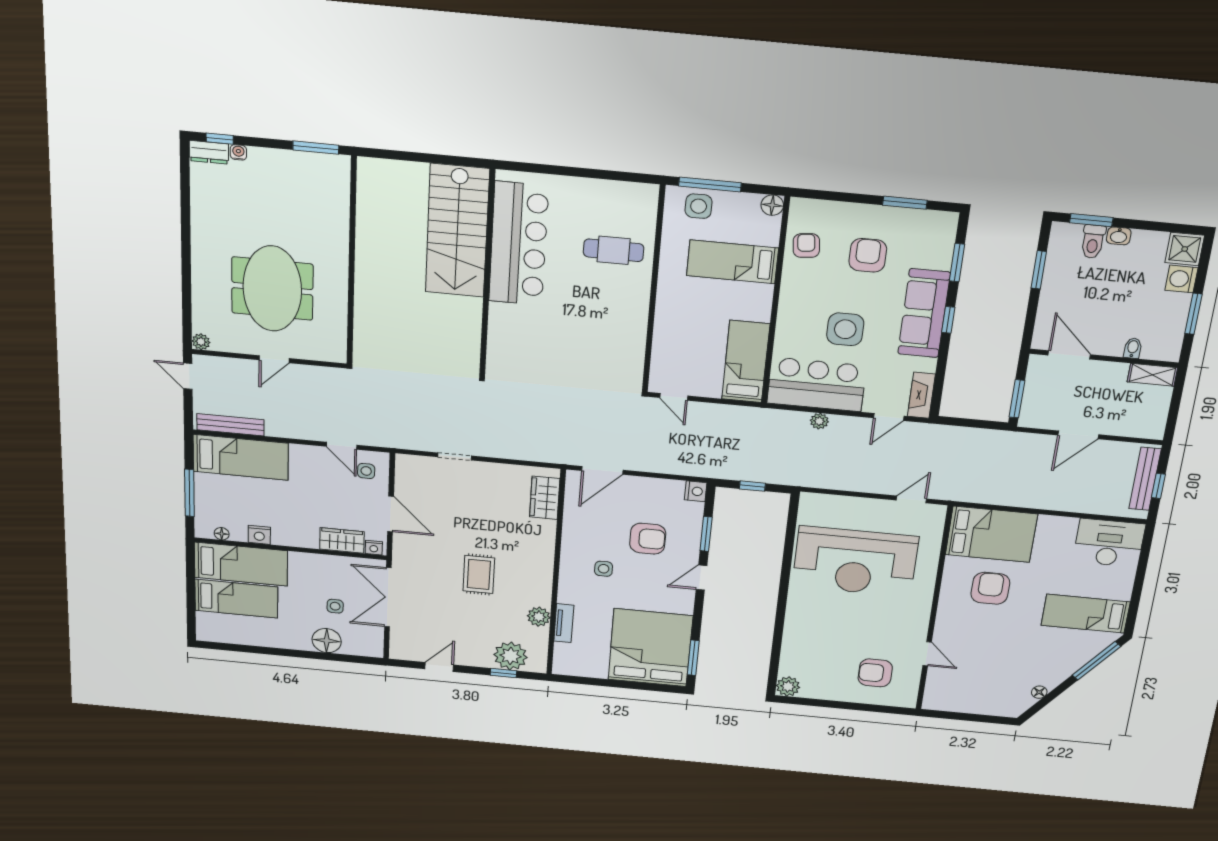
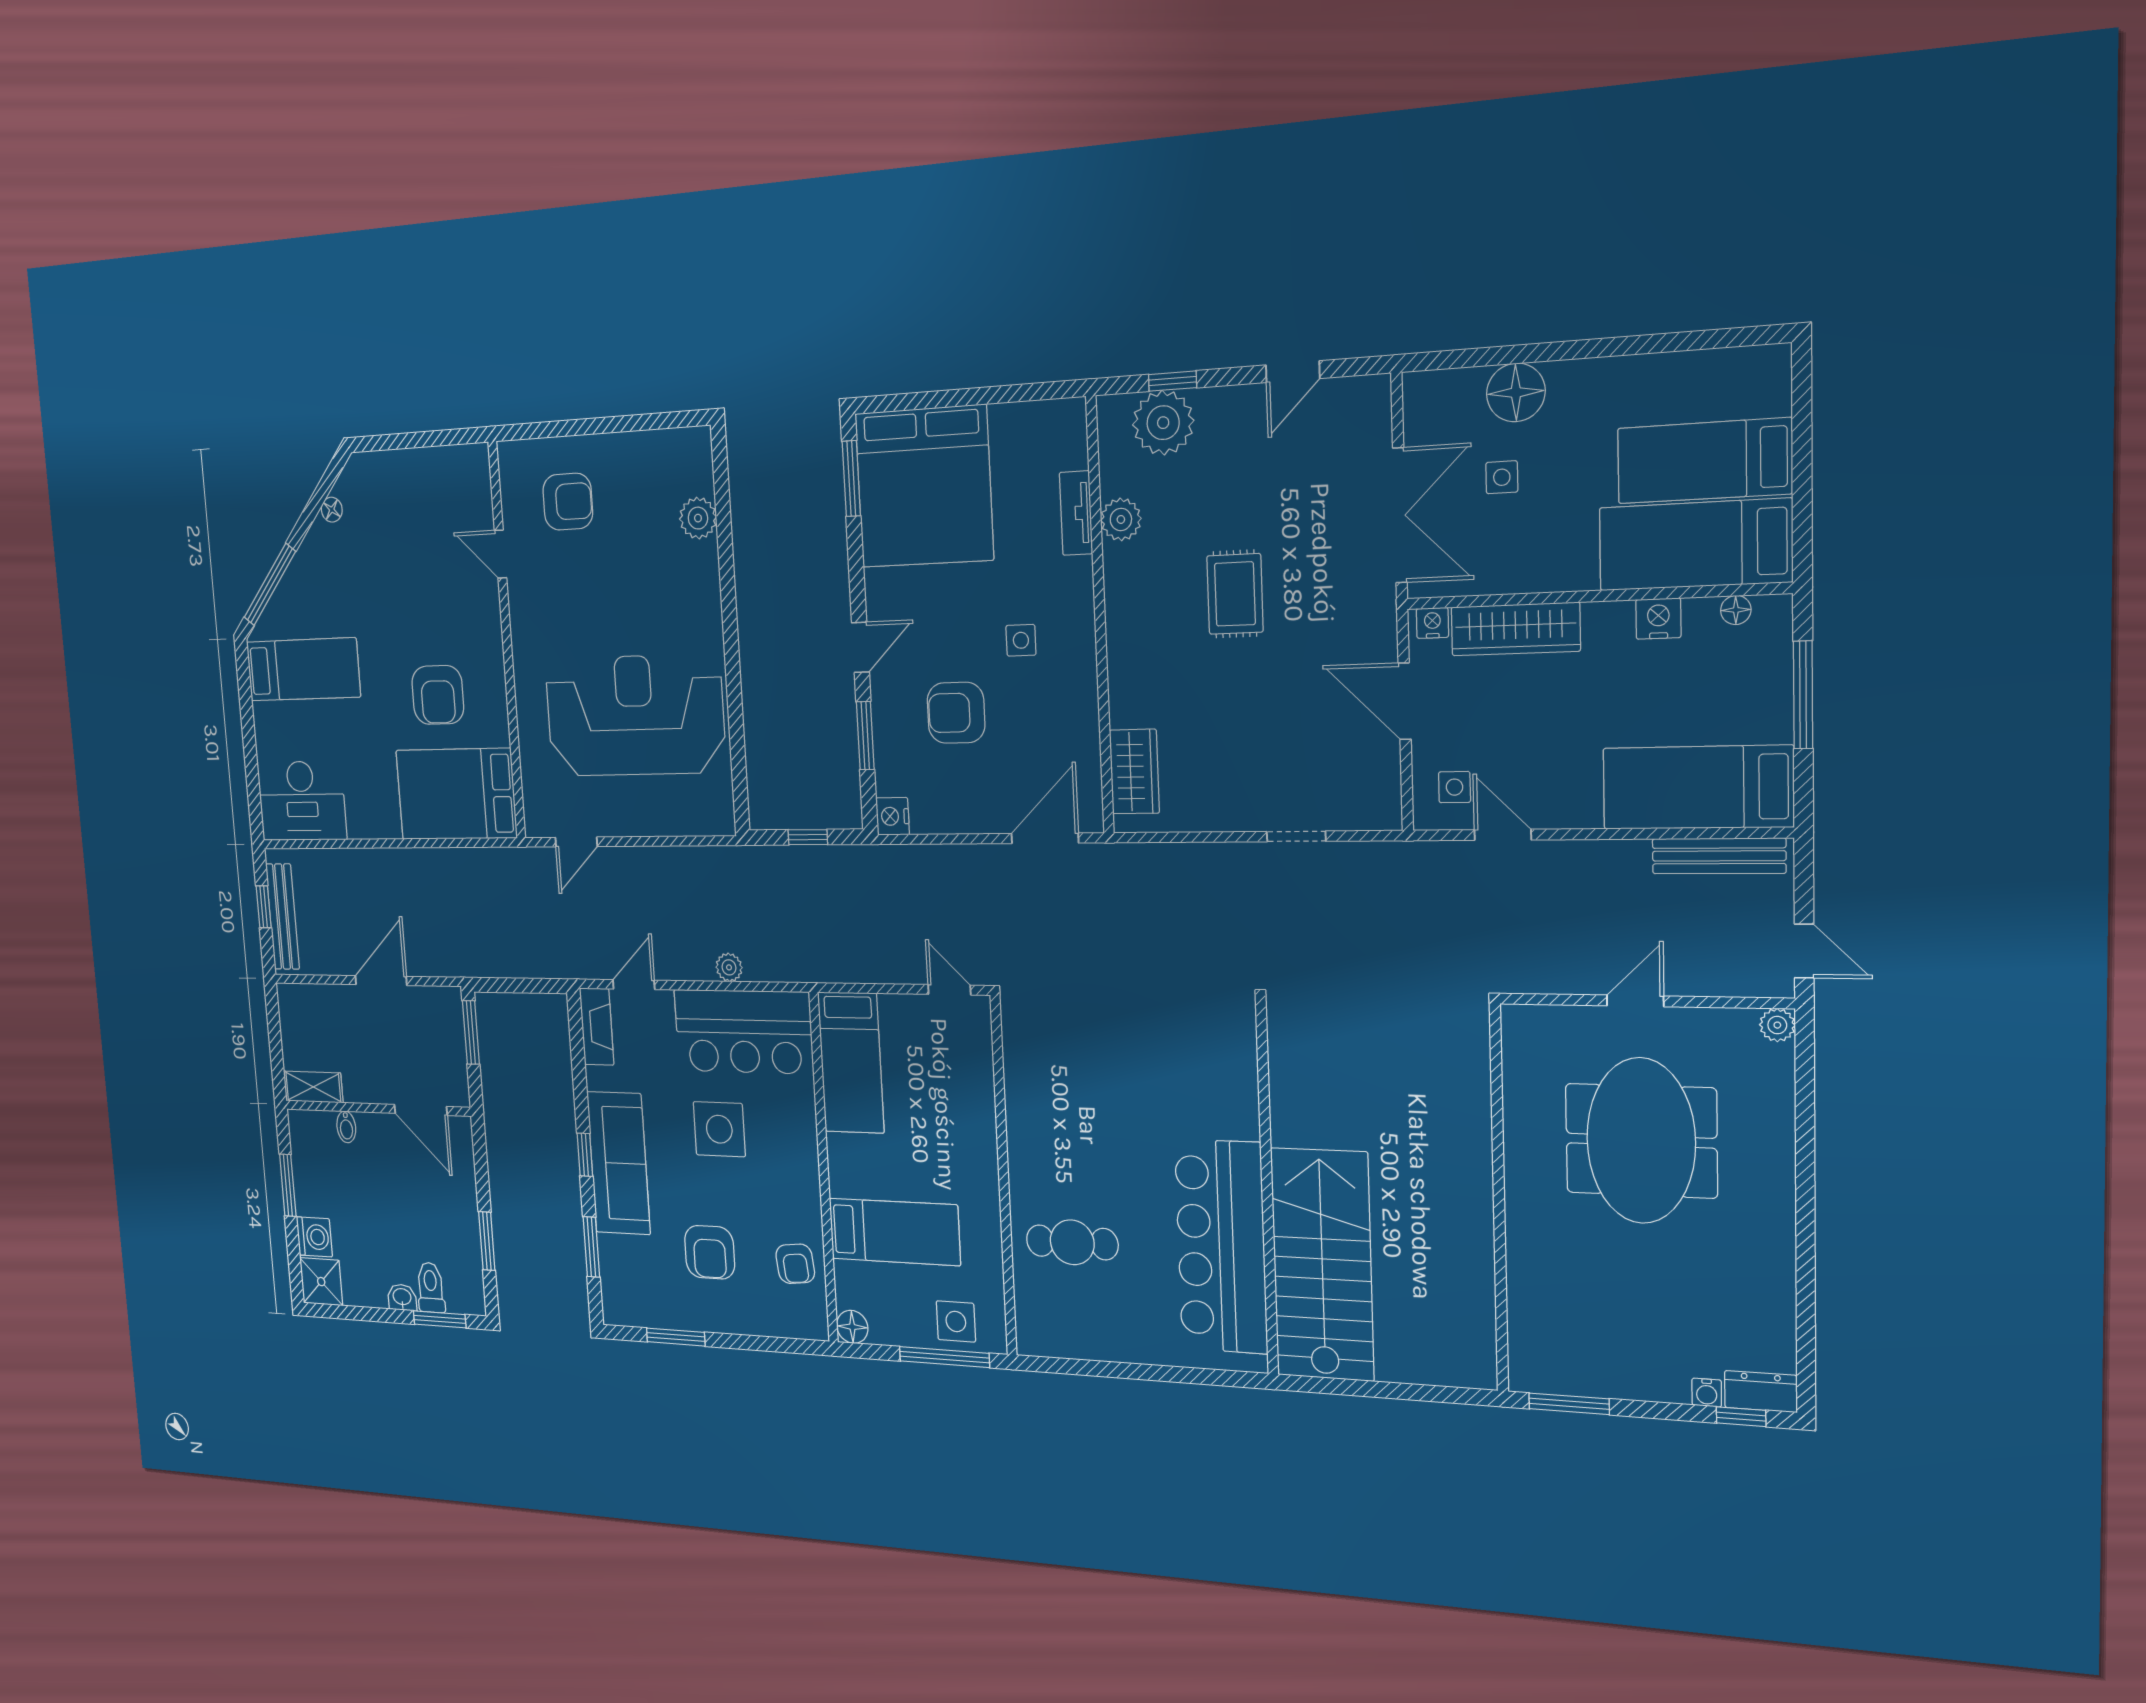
wardrobe: (342, 540) -> (1515, 629), width x1.50
plant: (788, 686) -> (698, 518), moved

